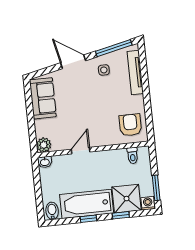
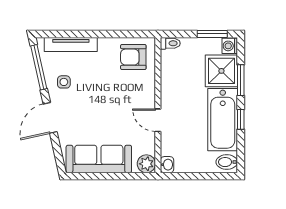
sofa: (43, 98) -> (99, 159), width x1.36
toilet: (133, 155) -> (170, 43), moved
window: (121, 215) -> (241, 80), width x1.50

